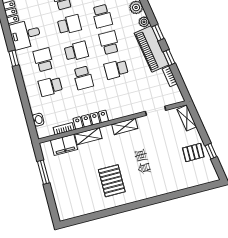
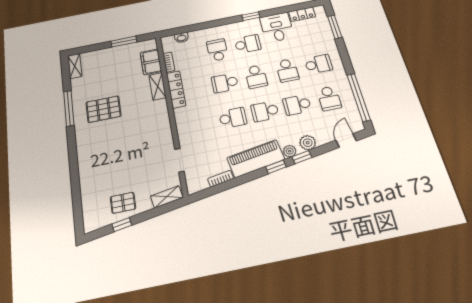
school desk: (109, 43) -> (265, 111), turned 180
window: (169, 58) -> (302, 157), moved
school desk: (116, 69) -> (233, 118), turned 90
shelving: (125, 126) -> (75, 66), moved
pallet: (193, 152) -> (123, 203), turned 90
window: (112, 211) -> (69, 108), added

